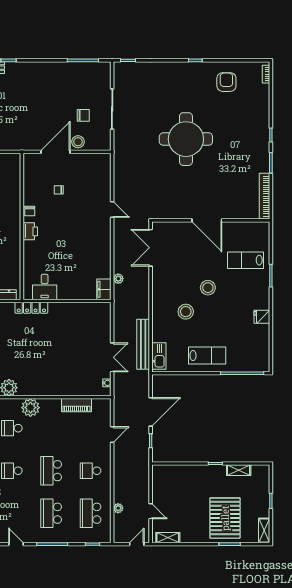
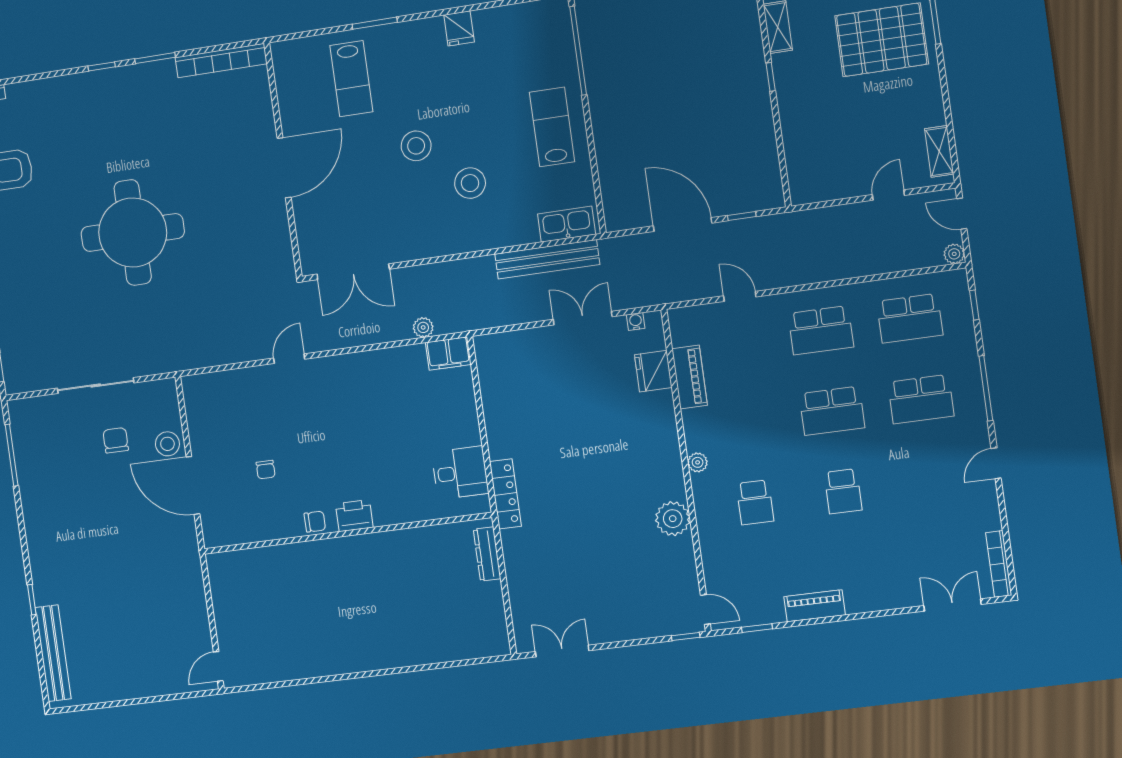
fridge: (82, 388) -> (653, 371), added
plant: (30, 408) -> (698, 462), width x0.53, depth x0.53
school desk: (90, 471) -> (821, 330), width x1.85
plant: (118, 508) -> (954, 254), moved

